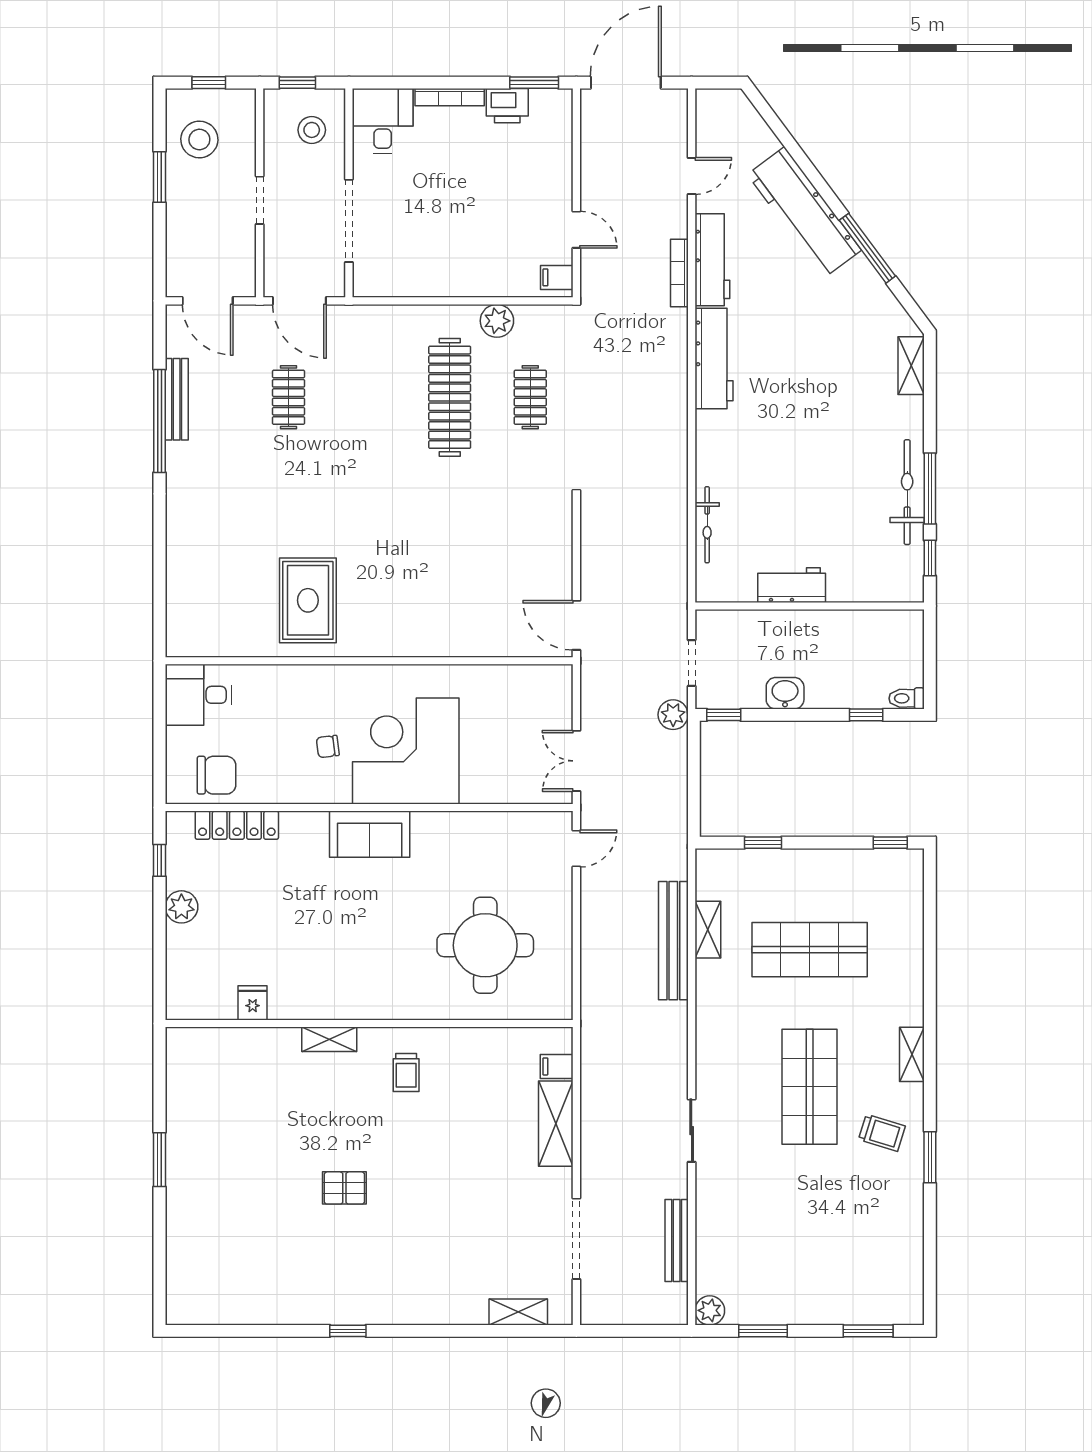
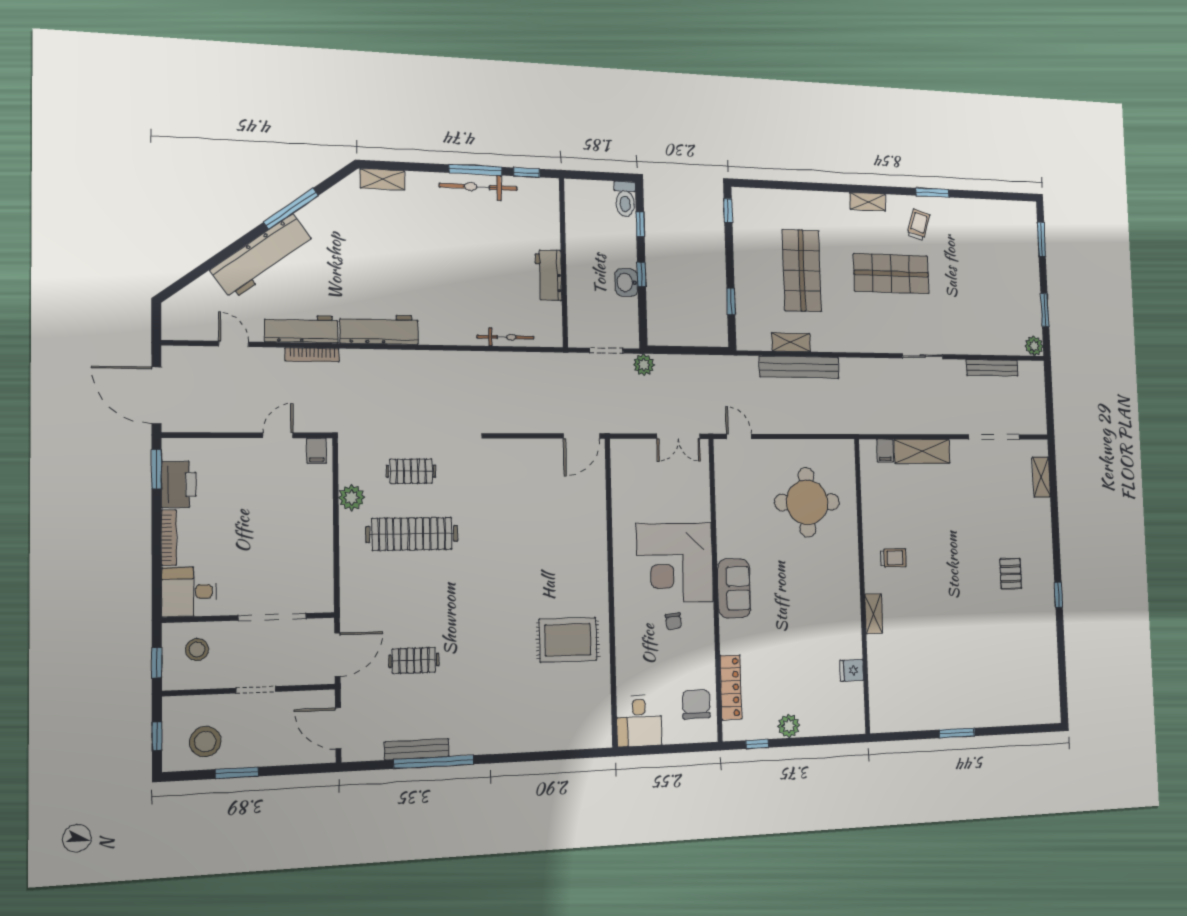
printer: (507, 106) -> (179, 484), width x1.37, depth x1.19
door: (208, 301) -> (338, 728), swing flipped
toilet: (907, 698) -> (625, 199), width x1.37, depth x1.39
window: (724, 715) -> (641, 274), moved
pallet: (344, 1188) -> (1011, 574), moved

